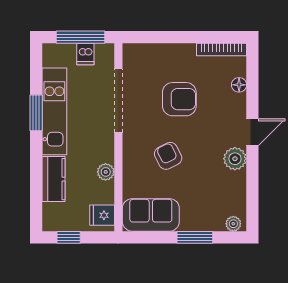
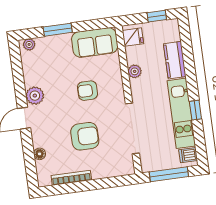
bookcase: (222, 49) -> (71, 178), moved
dishwasher: (85, 54) -> (188, 155), moved, turned -90
armchair: (179, 99) -> (85, 136), turned 180
window: (36, 113) -> (195, 110), width x0.67
armchair: (168, 156) -> (87, 91), turned 117

